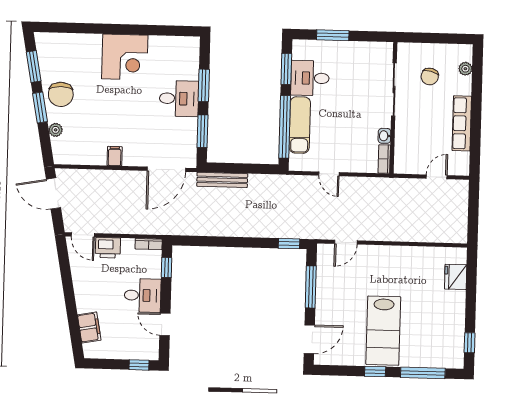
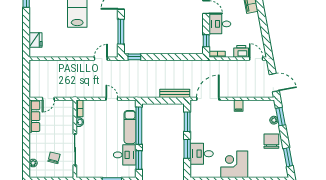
desk: (179, 99) -> (202, 154), moved
window: (40, 107) -> (280, 117), moved
row of seats: (462, 123) -> (34, 116), moved

